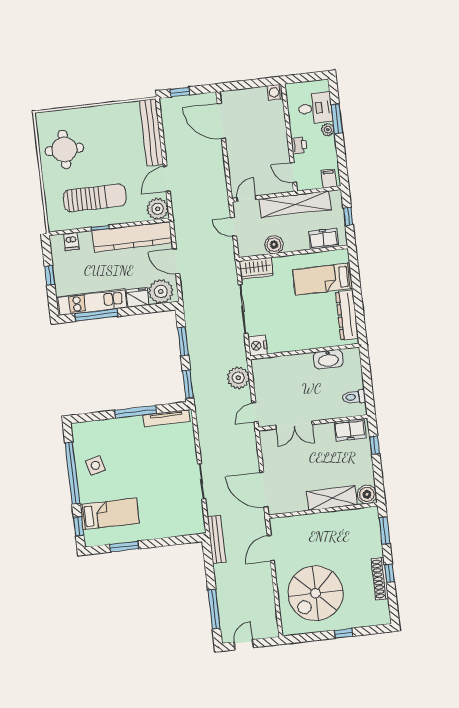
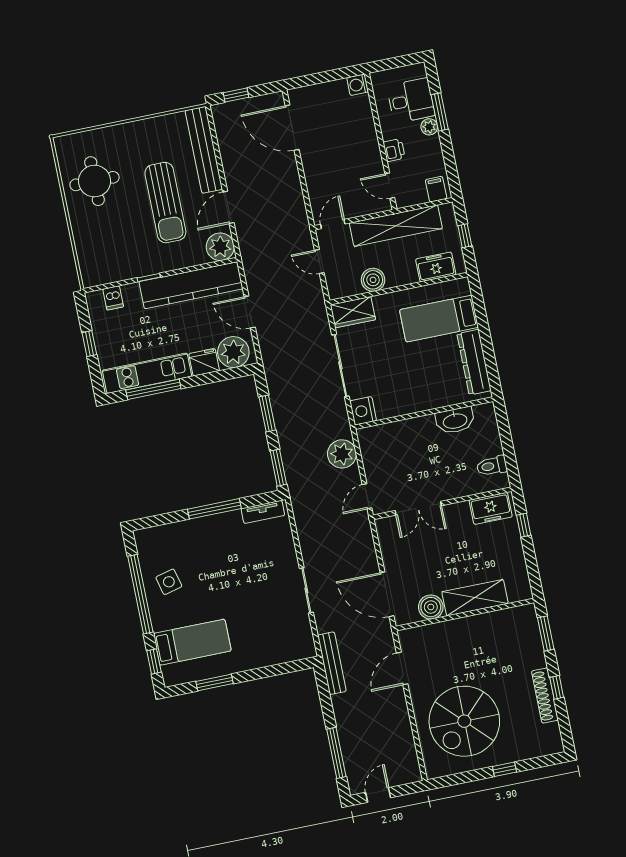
sun lounger: (95, 198) -> (165, 203), moved, turned 90
tv unit: (167, 418) -> (263, 512), width x0.71
boiler: (367, 494) -> (431, 607), moved

